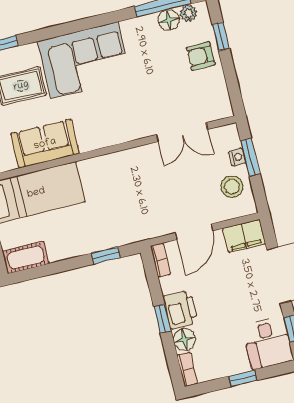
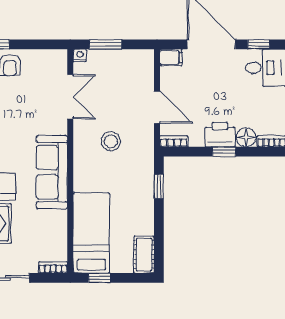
sofa: (45, 144) -> (52, 172), moved, width x1.36
nightstand: (237, 157) -> (80, 55), moved
stool: (232, 187) -> (111, 141), moved
filing cabinet: (244, 236) -> (171, 57), width x0.50

